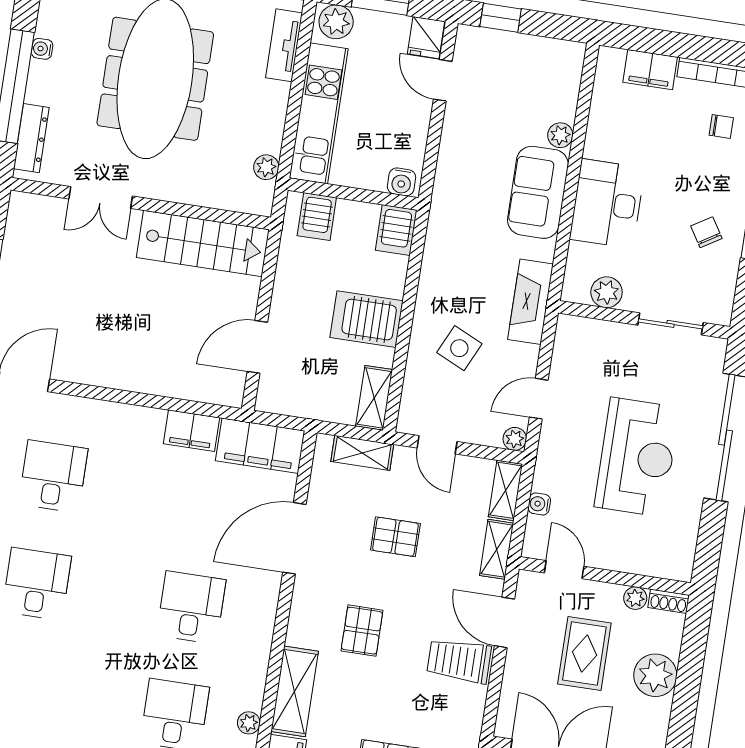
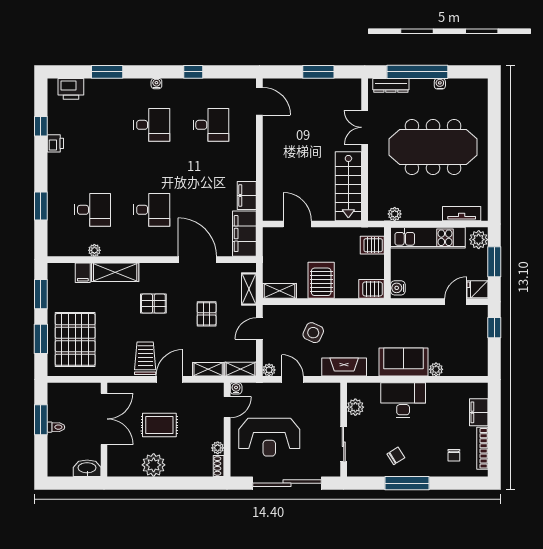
door: (564, 570) -> (227, 407), moved
wall: (605, 576) -> (227, 430), moved
plant: (635, 598) -> (218, 448), moved
shoe rack: (669, 601) -> (219, 466), moved

